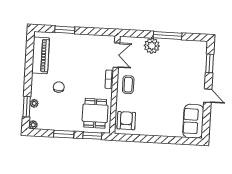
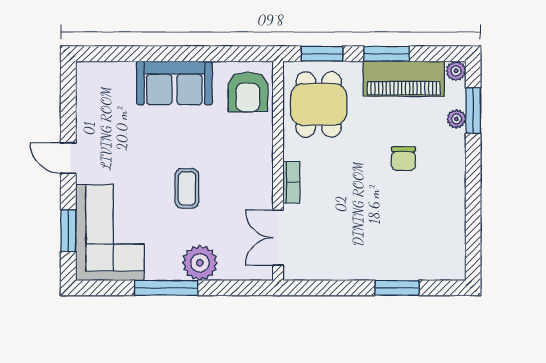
piano: (41, 55) -> (404, 79), moved, turned -90
corner sofa: (191, 62) -> (110, 232), added
coffee table: (128, 85) -> (187, 188), moved
sofa: (193, 121) -> (174, 83), moved, turned 90

